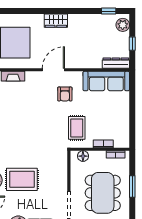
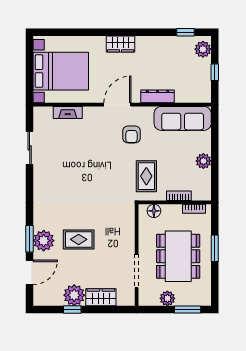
dresser: (116, 63) -> (158, 96), moved
plant: (123, 116) -> (203, 161), added
rug: (22, 179) -> (79, 239), width x0.73, depth x0.70

